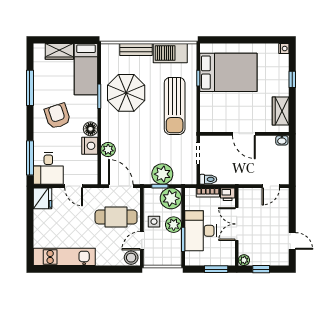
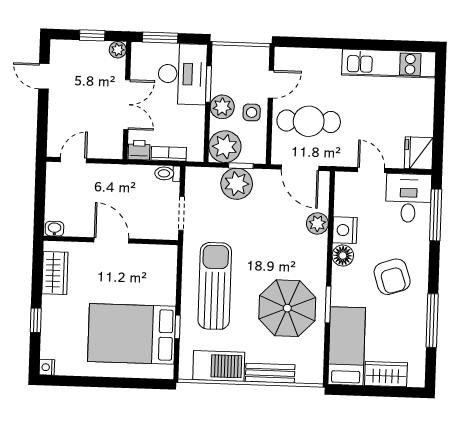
desk: (201, 231) -> (182, 74), moved
stool: (131, 258) -> (288, 59), removed

